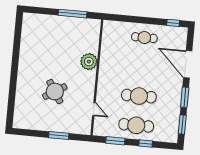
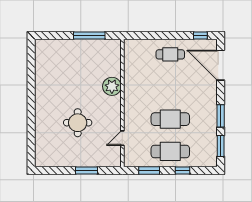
door: (188, 64) -> (221, 65), moved
round table: (55, 92) -> (78, 123), turned 32
door: (94, 109) -> (122, 138), swing flipped

